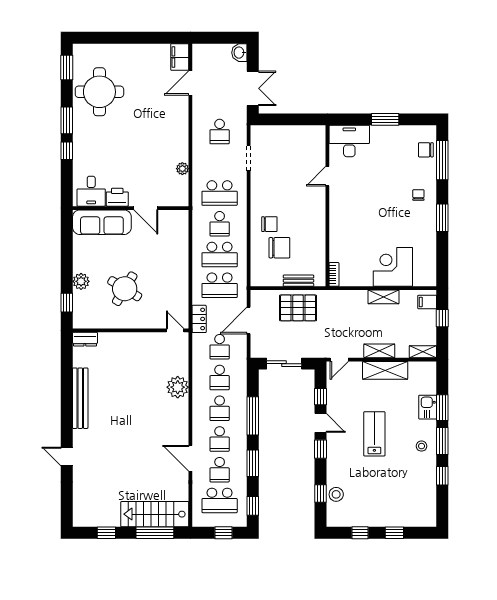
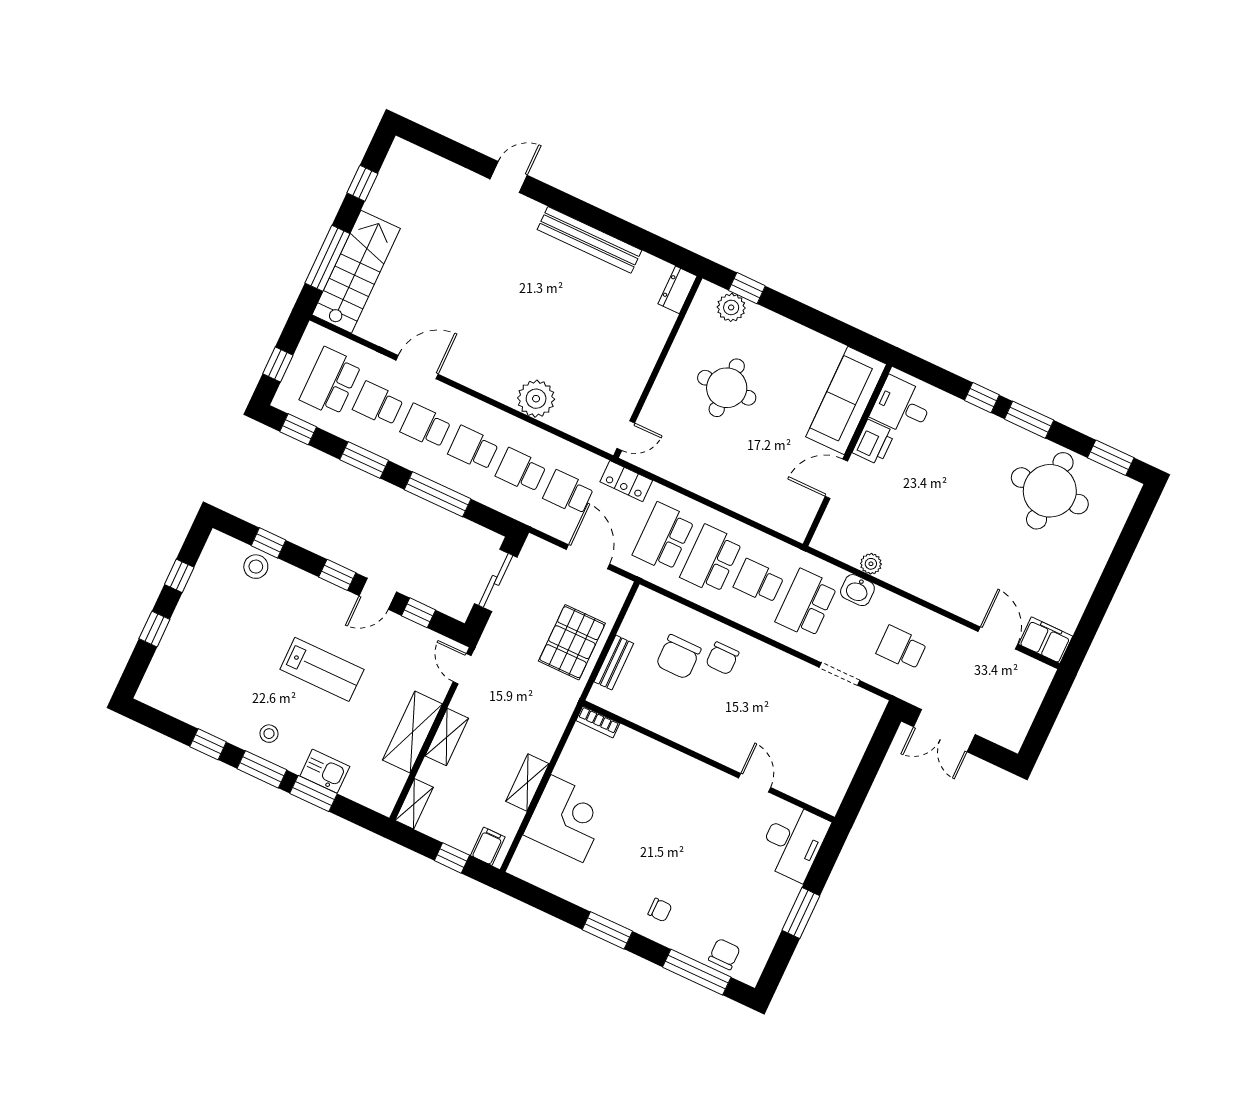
washbasin: (239, 53) -> (857, 590), moved, turned 180
plant: (81, 281) -> (731, 307), moved
round table: (125, 289) -> (727, 388), turned -31

